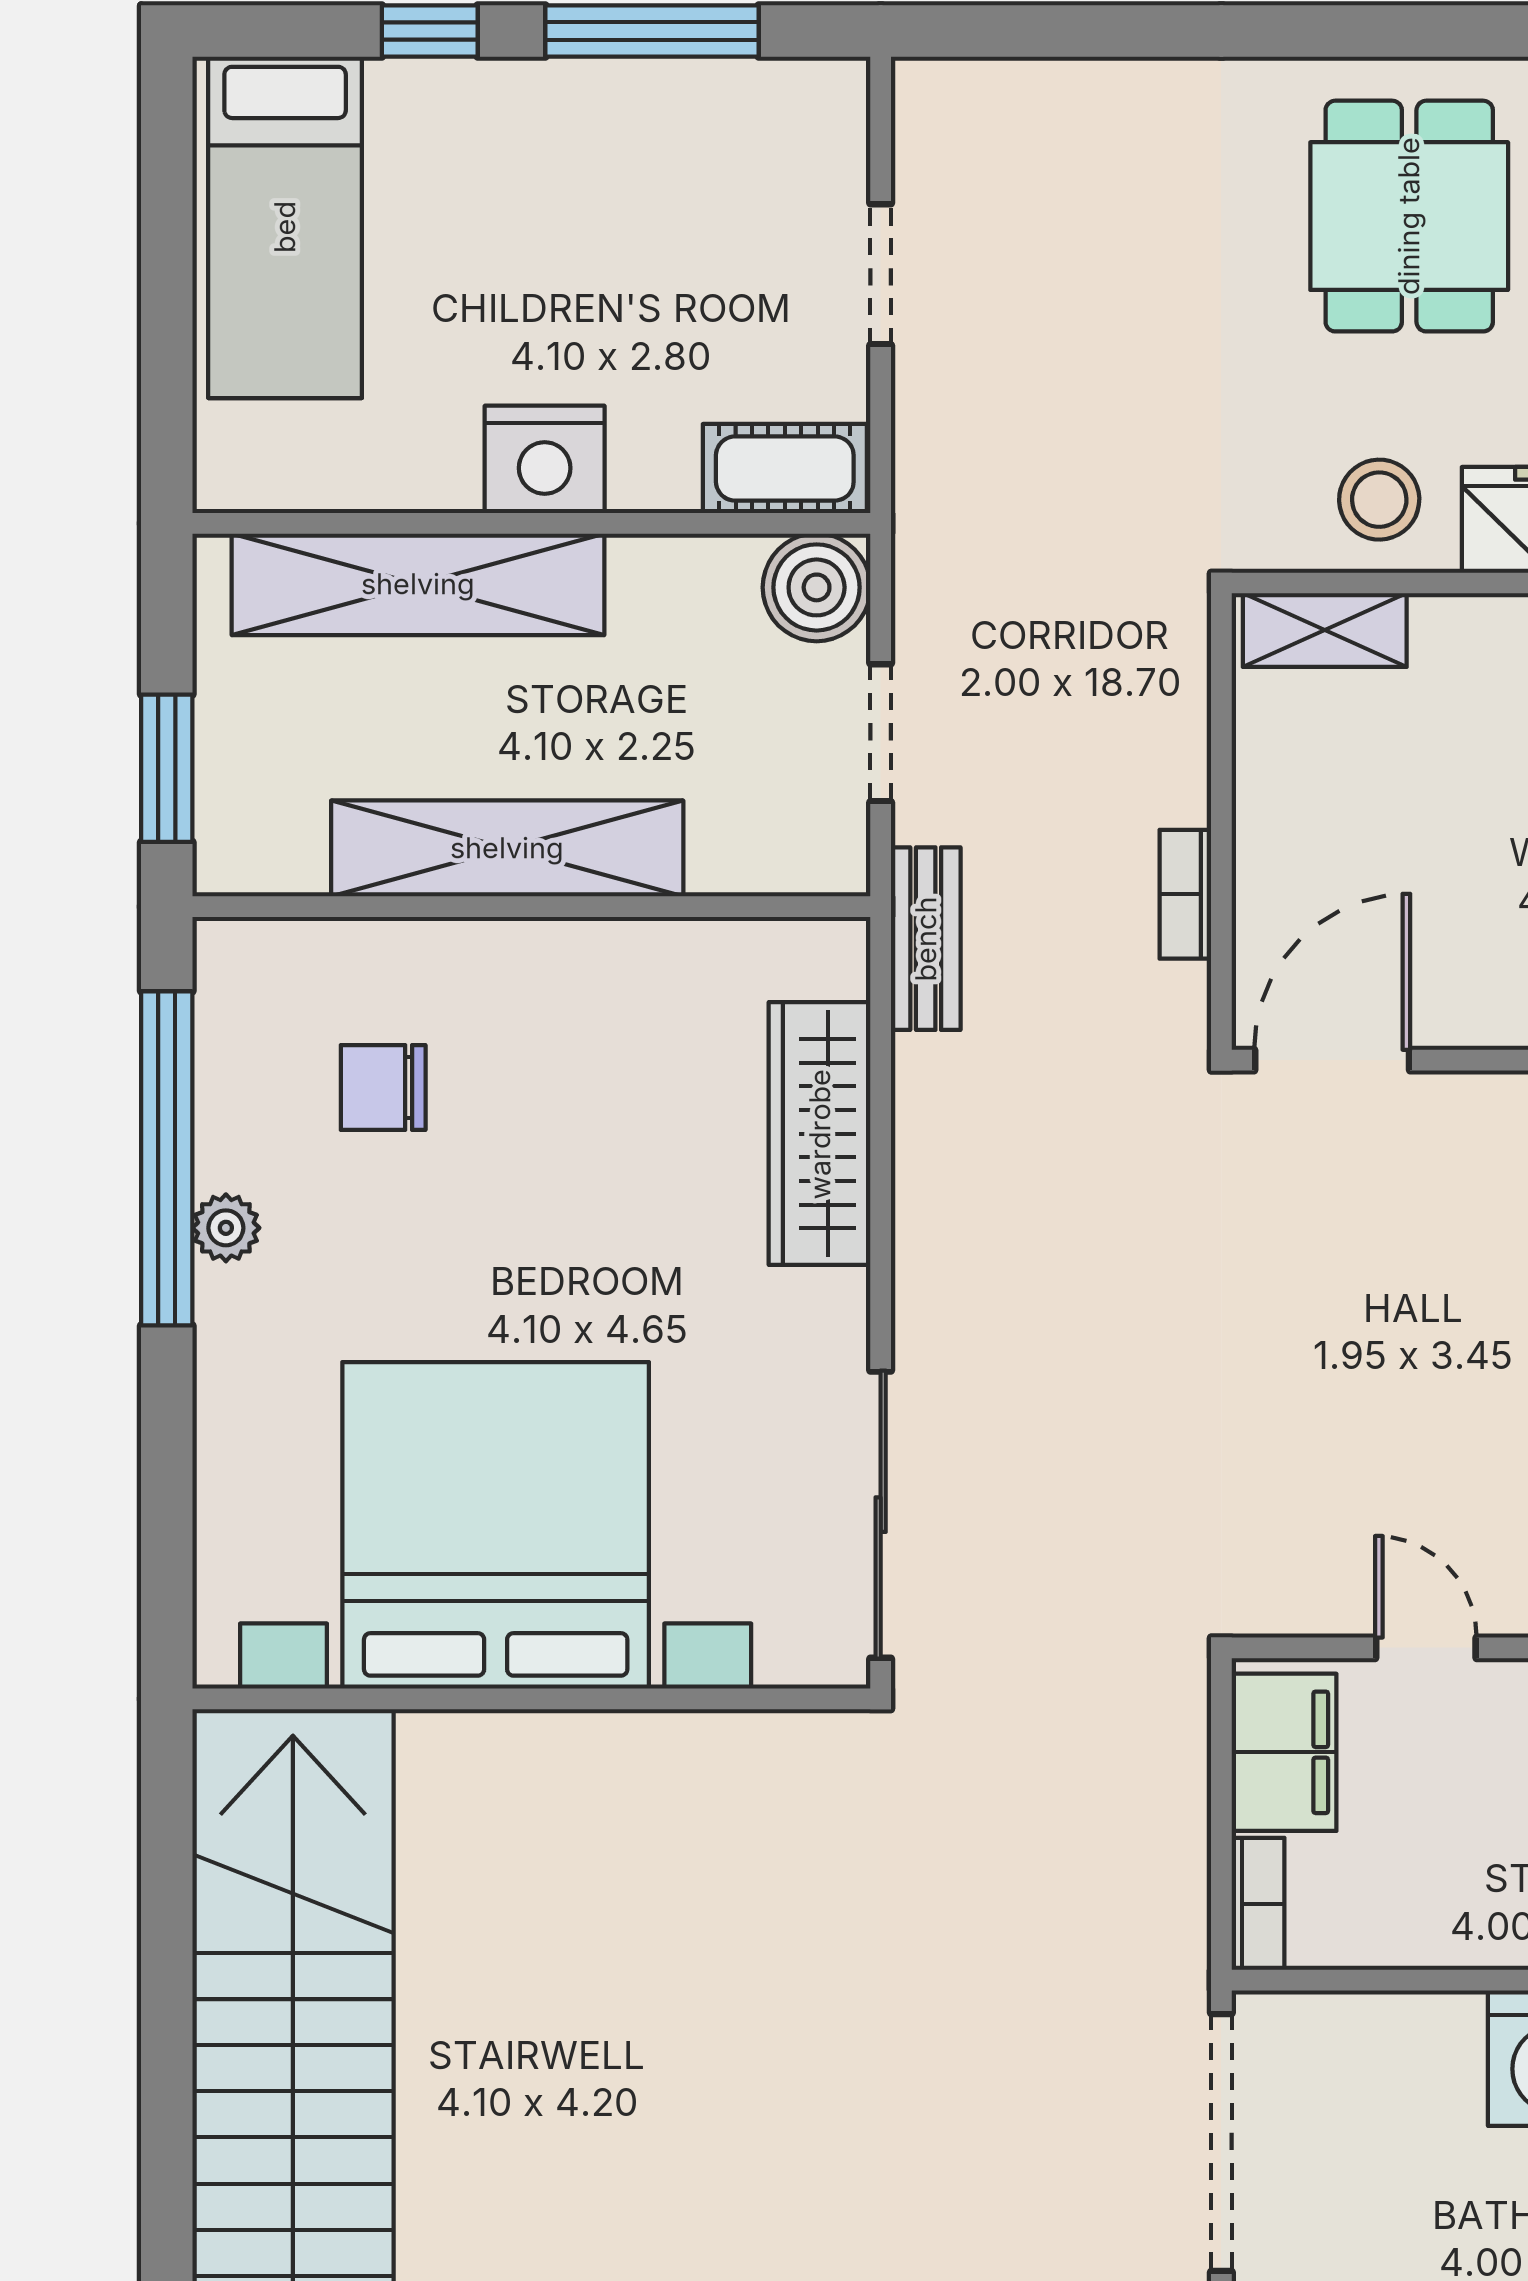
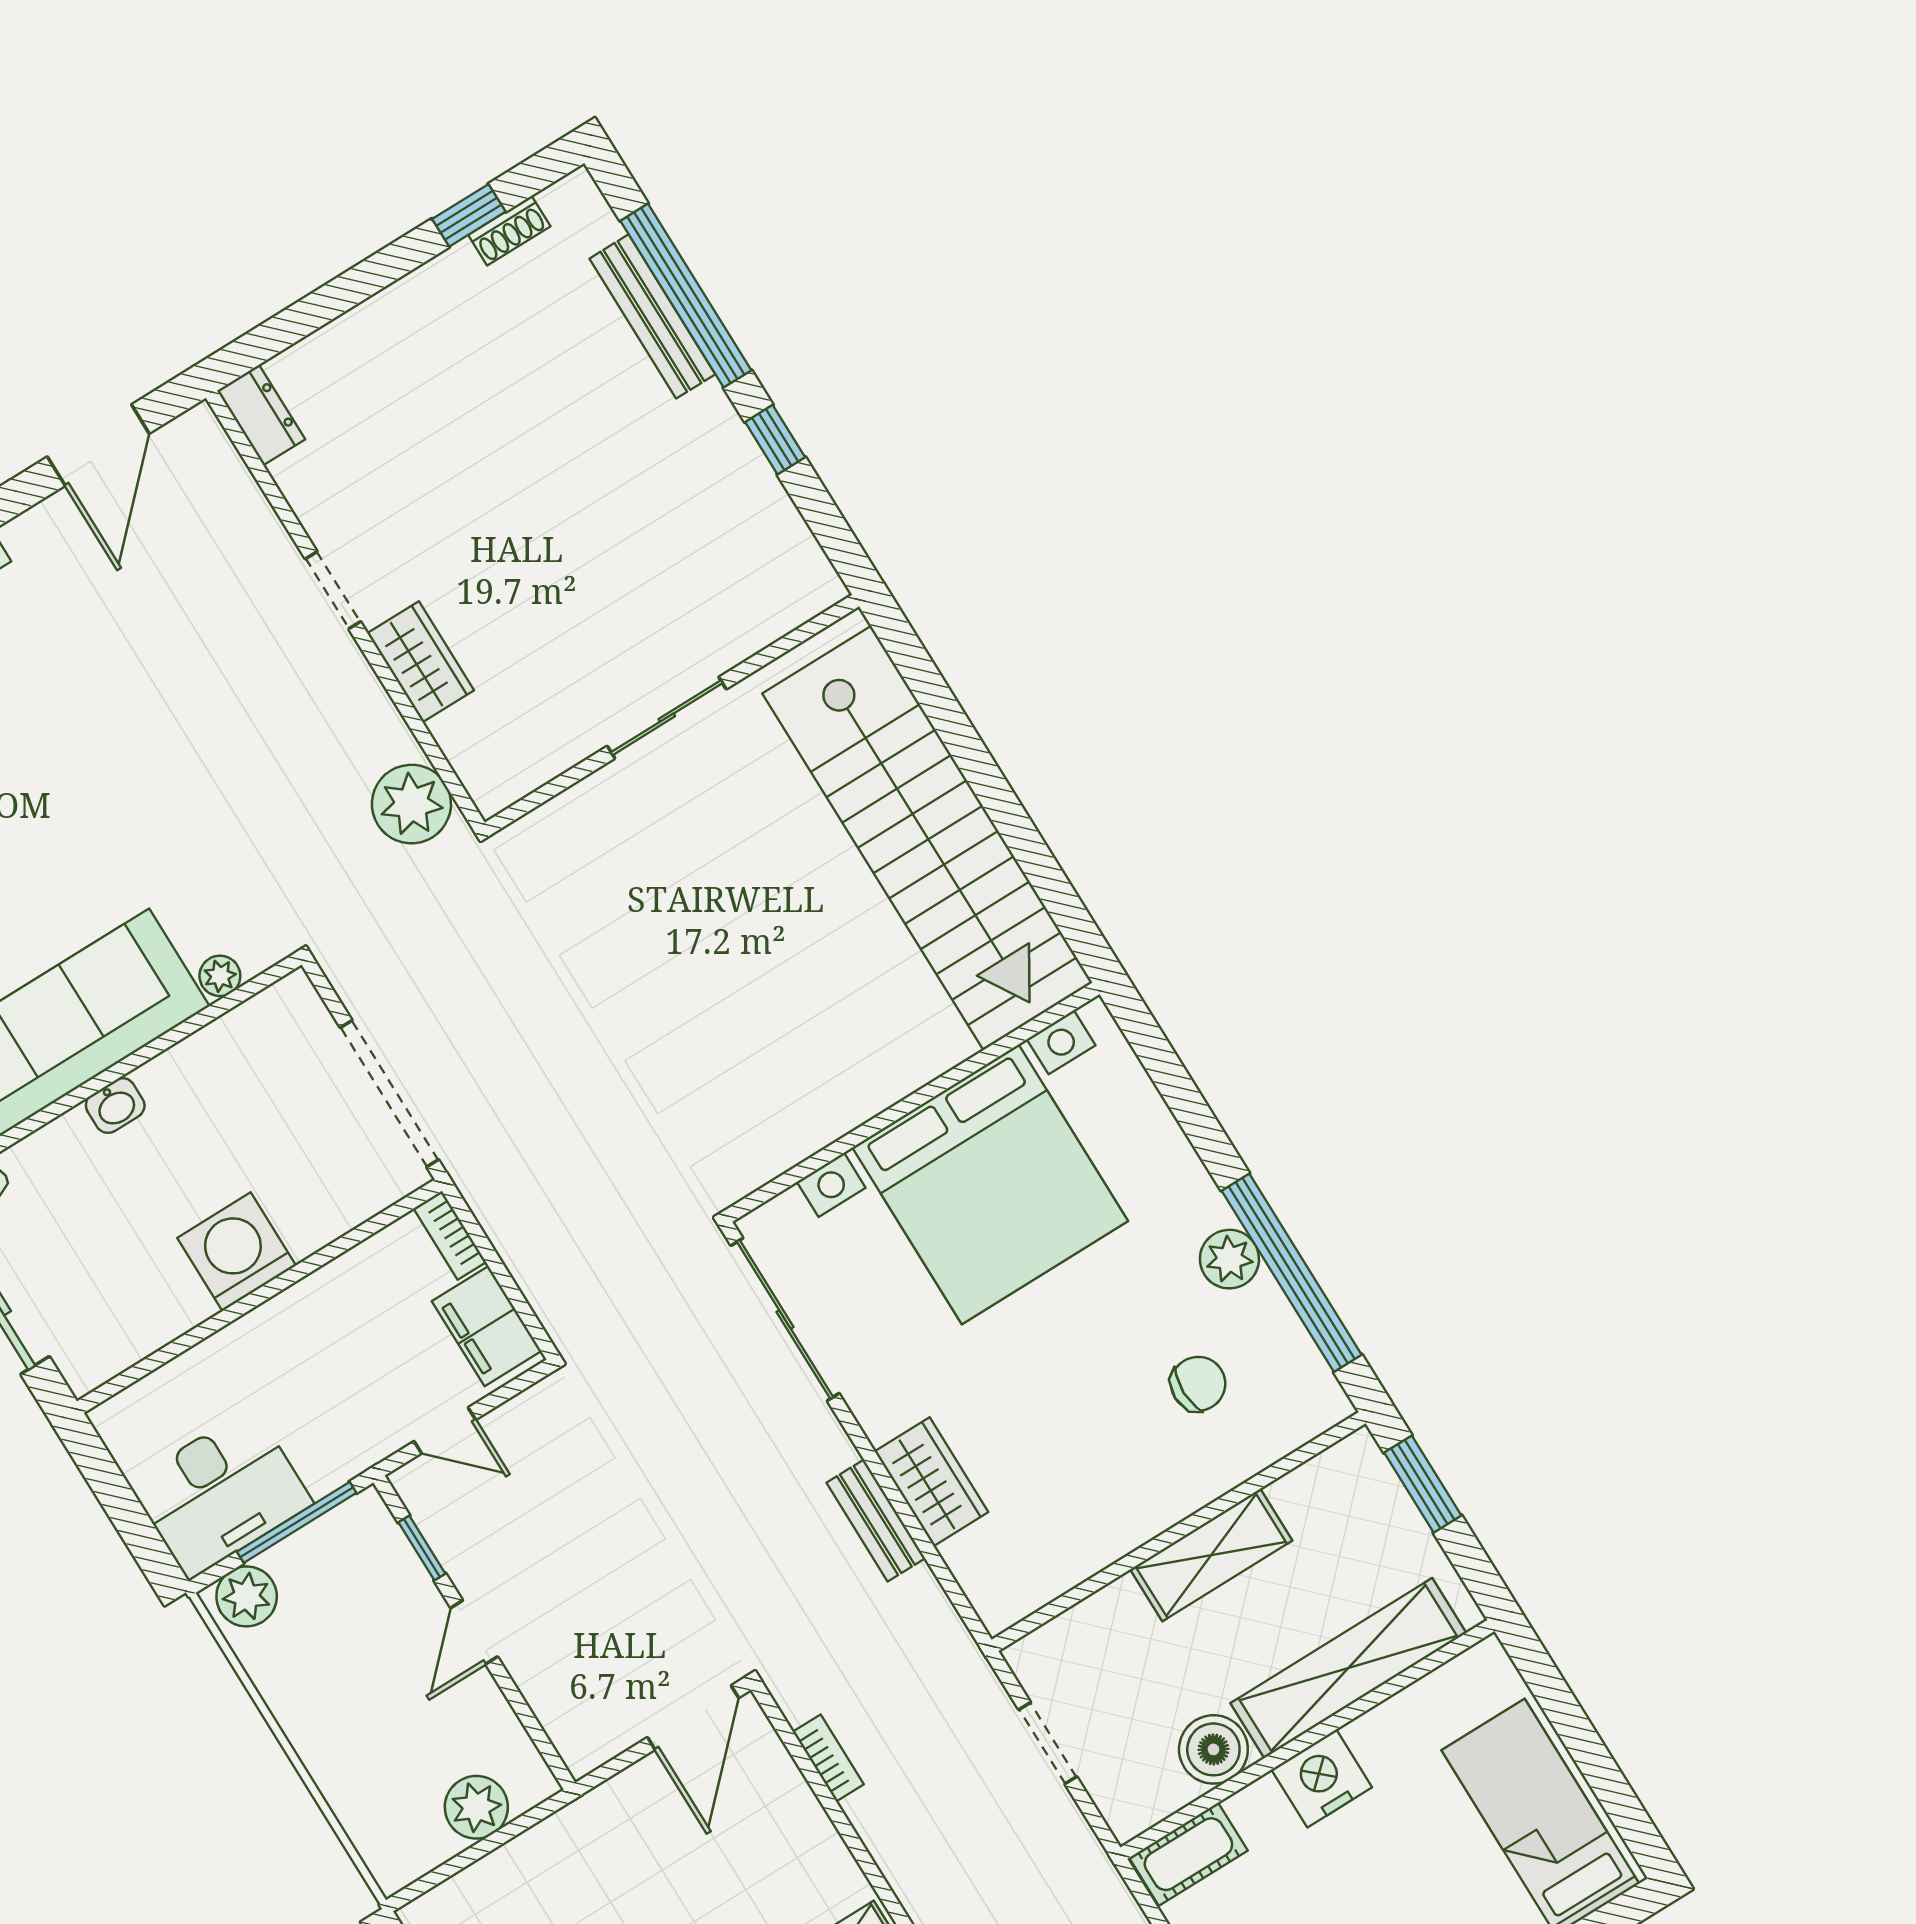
boiler: (817, 587) -> (1213, 1749), moved
shelving: (507, 848) -> (1211, 1555), width x0.68
bench: (926, 939) -> (876, 1520), moved
wardrobe: (820, 1134) -> (931, 1482), width x0.67
plant: (226, 1228) -> (1229, 1259), width x1.38, depth x1.38

